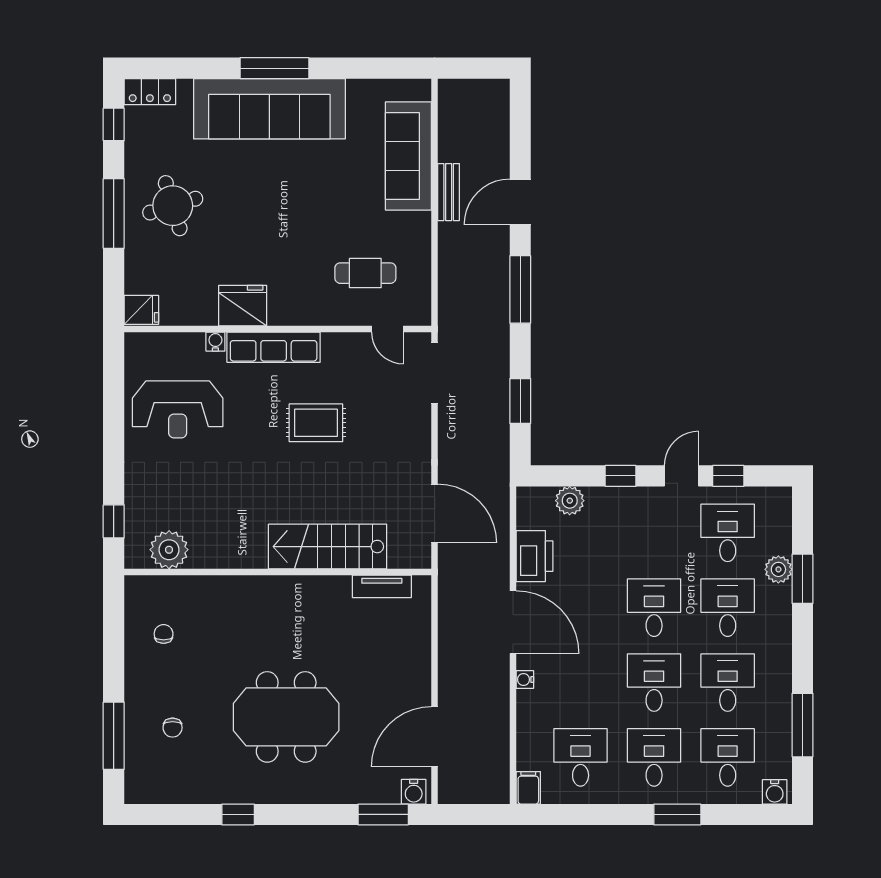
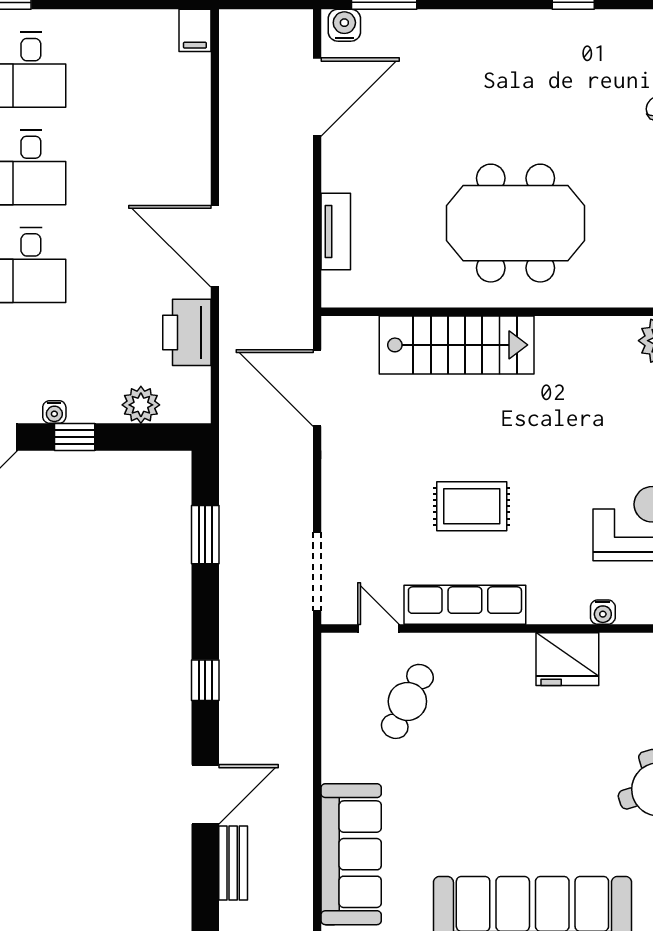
bench: (449, 192) -> (233, 863), moved
cafe table: (365, 273) -> (407, 701), turned -63
window: (520, 289) -> (205, 680), width x0.46
row of seats: (274, 347) -> (465, 605), moved
tv unit: (382, 586) -> (336, 231), moved, turned 90
water cooler: (525, 680) -> (54, 412), moved, turned 90
meeting table: (286, 717) -> (516, 223), moved
desk: (581, 757) -> (127, 70), removed

